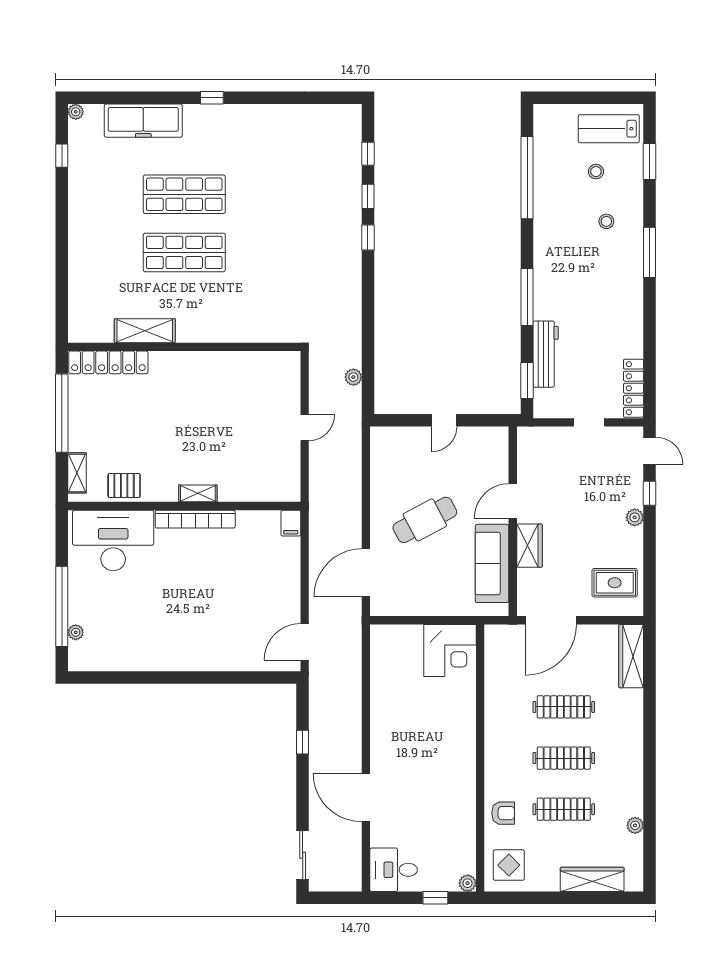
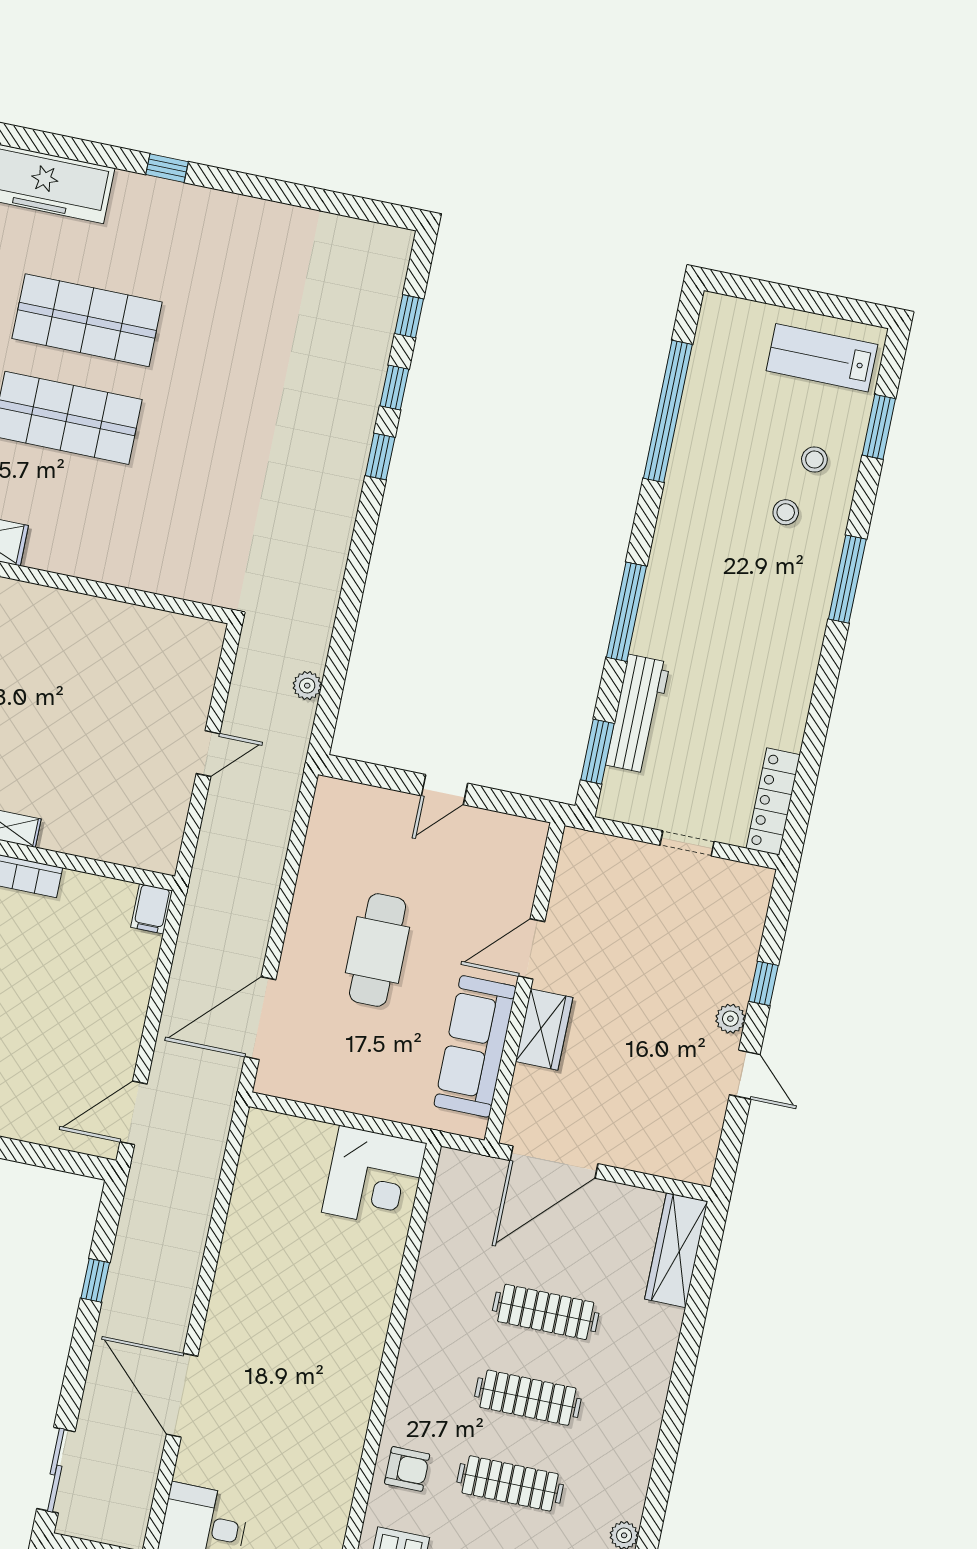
stool: (596, 172) -> (814, 460), moved
door: (650, 451) -> (745, 1075), moved
cafe table: (425, 520) -> (378, 950), turned -62
rug: (615, 583) -> (674, 1121), removed

